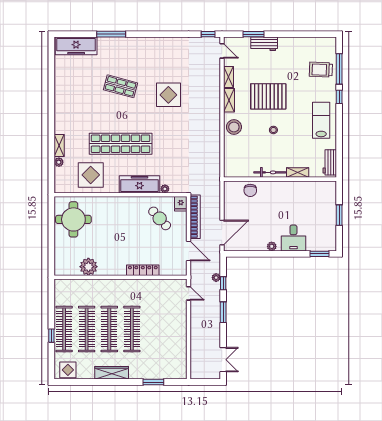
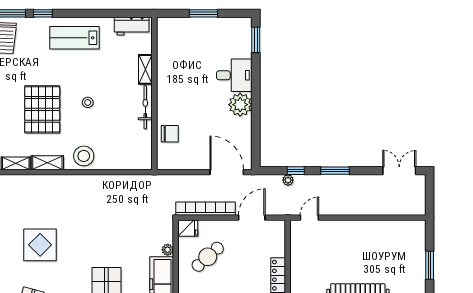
plant: (272, 246) -> (240, 105), width x1.87, depth x1.87

